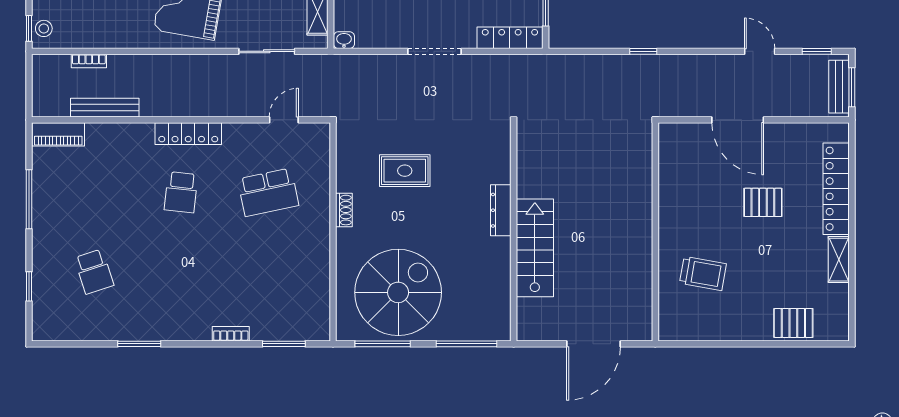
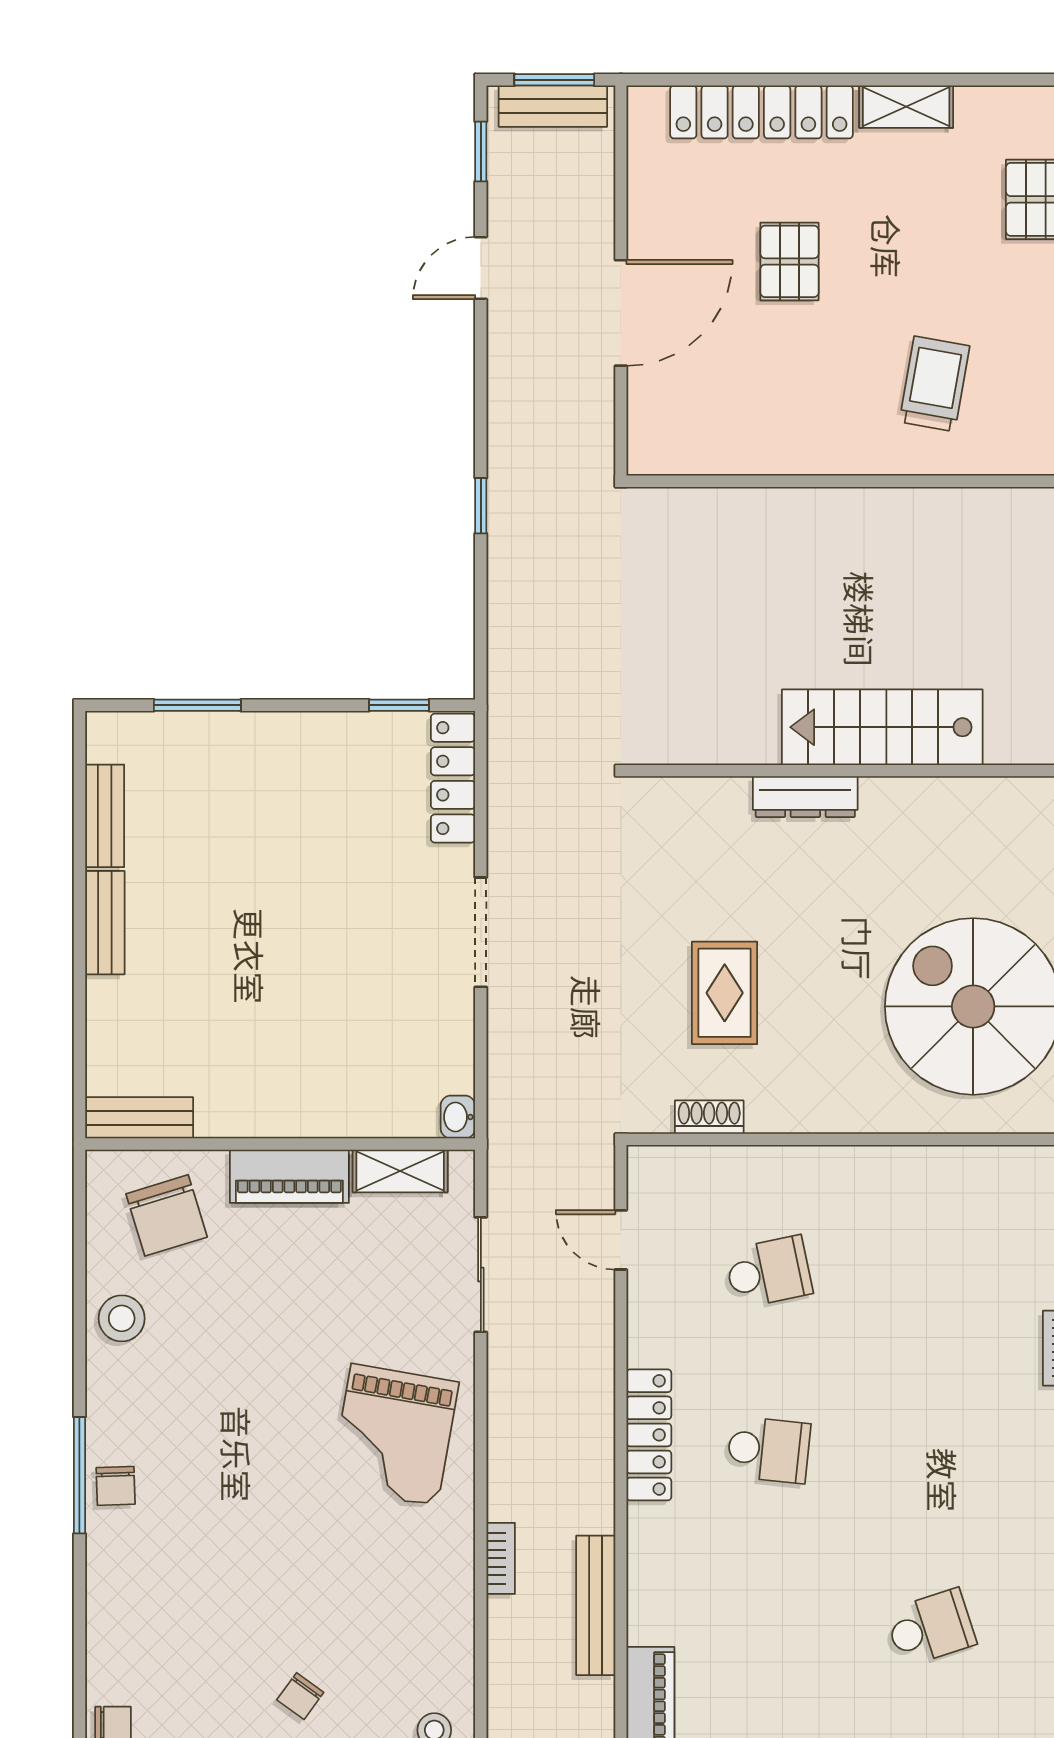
bookcase: (89, 61) -> (501, 1558), moved
school desk: (268, 192) -> (769, 1272), width x0.54
shoe rack: (344, 210) -> (709, 1117), moved

